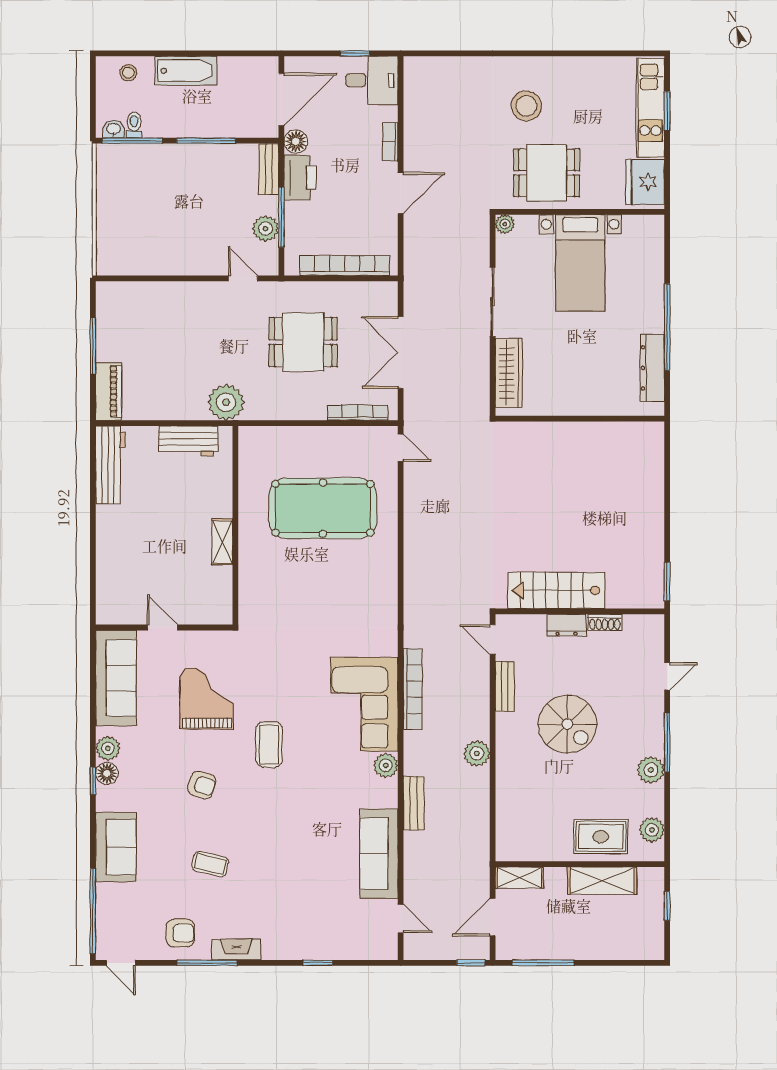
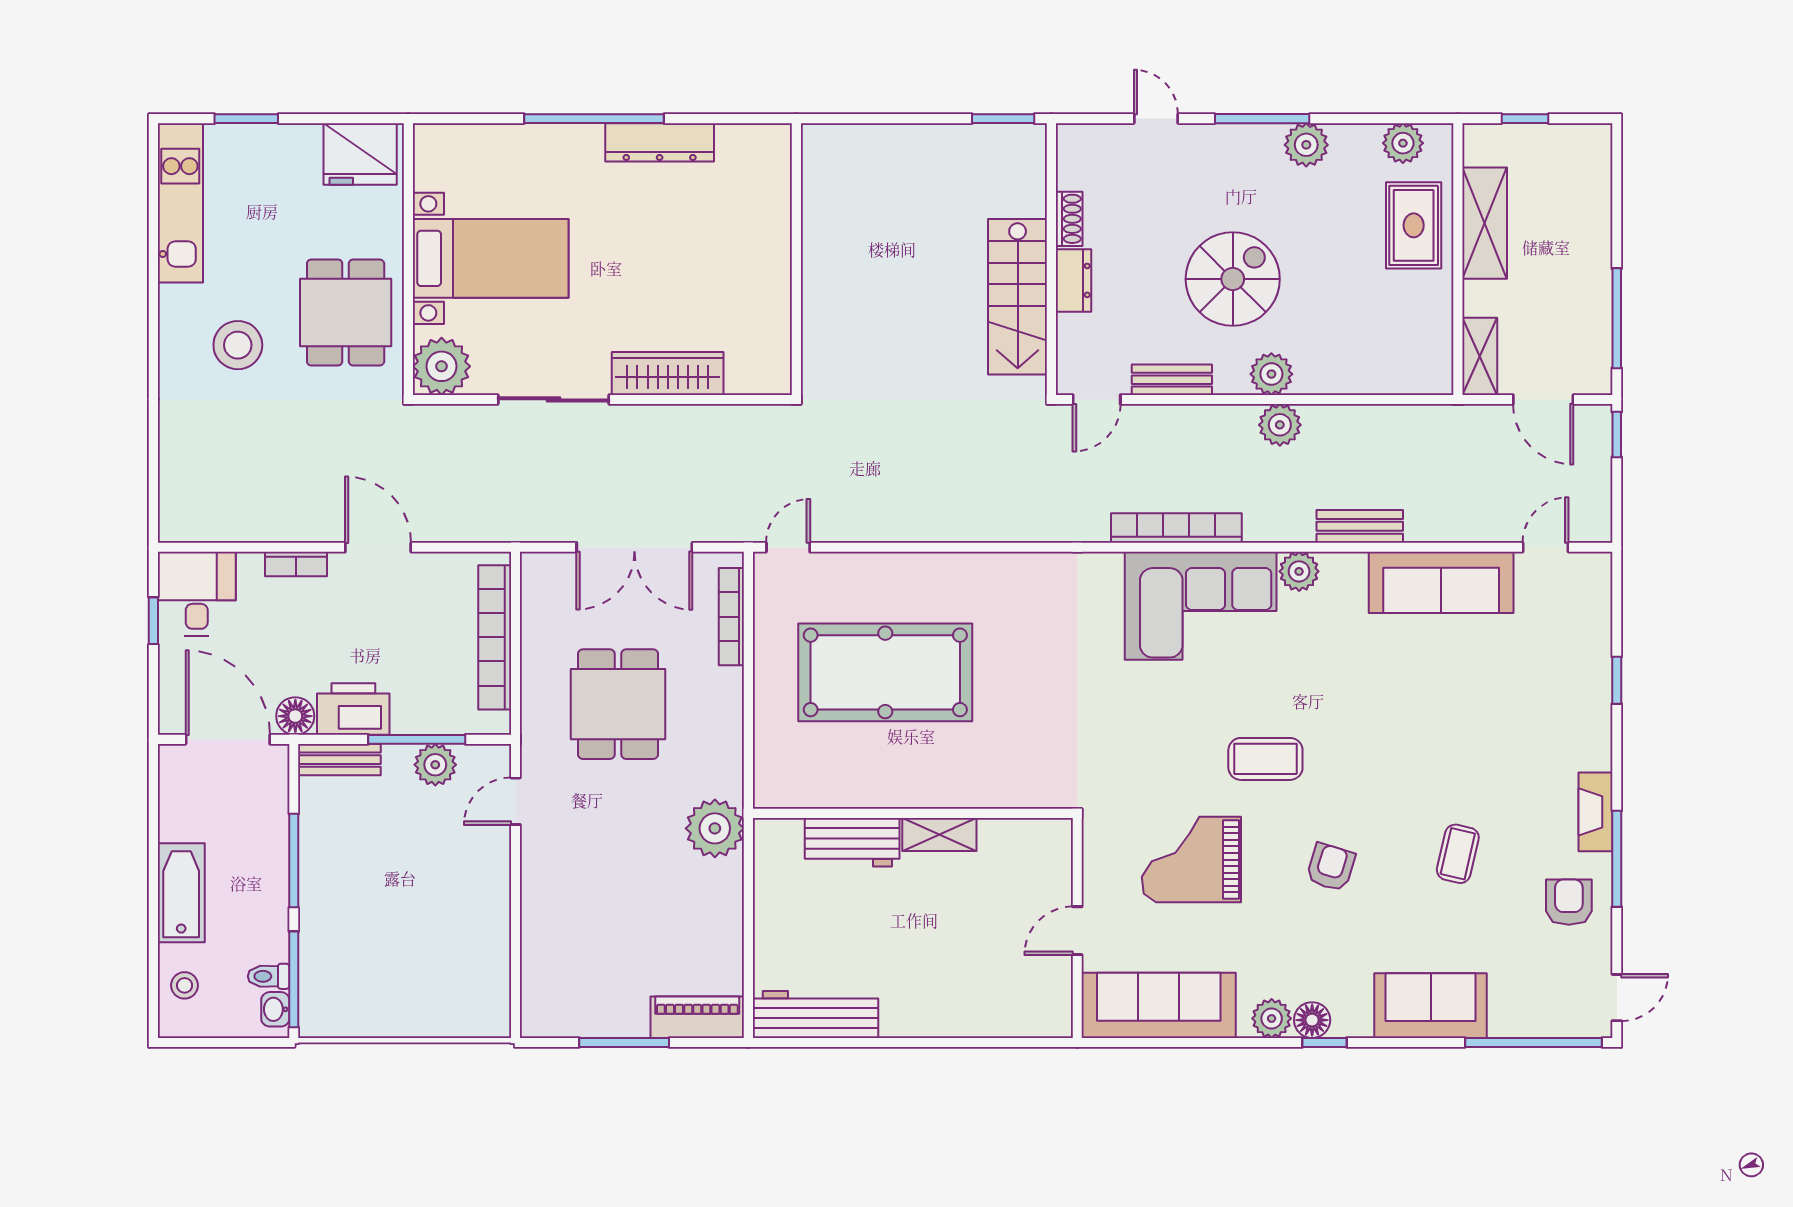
kitchen unit: (650, 108) -> (180, 203), moved, turned -90
plant: (505, 224) -> (442, 366), width x1.87, depth x1.87
wall: (580, 419) -> (796, 259), moved
workbench: (188, 441) -> (852, 842), moved, turned 90
pool table: (323, 508) -> (885, 672), turned 90
plant: (508, 748) -> (1271, 374), added

